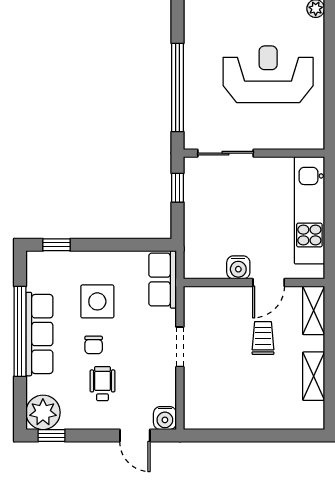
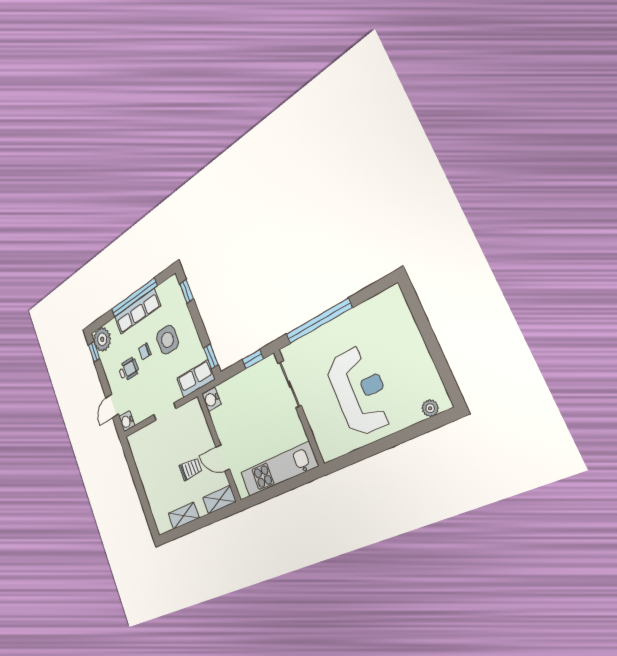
window: (147, 245) -> (211, 356), added
water cooler: (238, 267) -> (211, 399), moved

